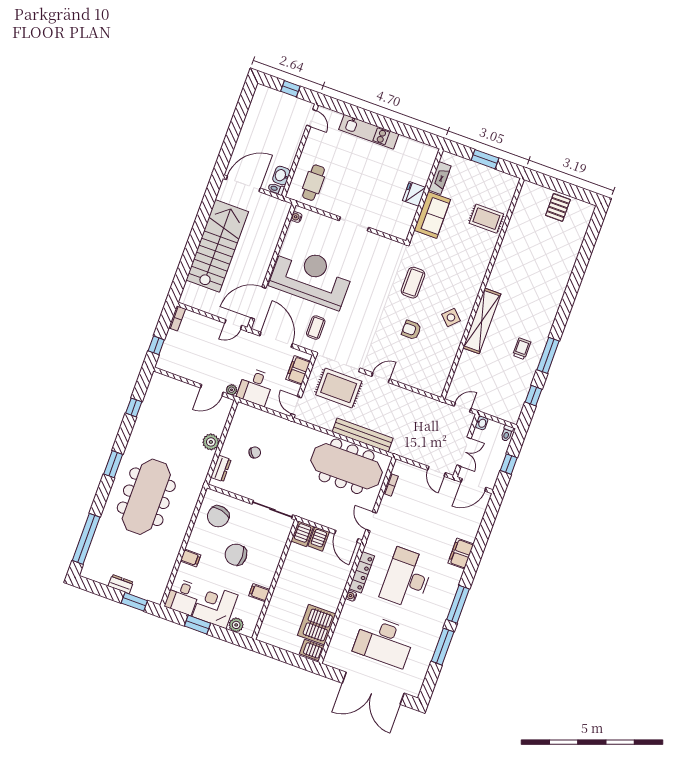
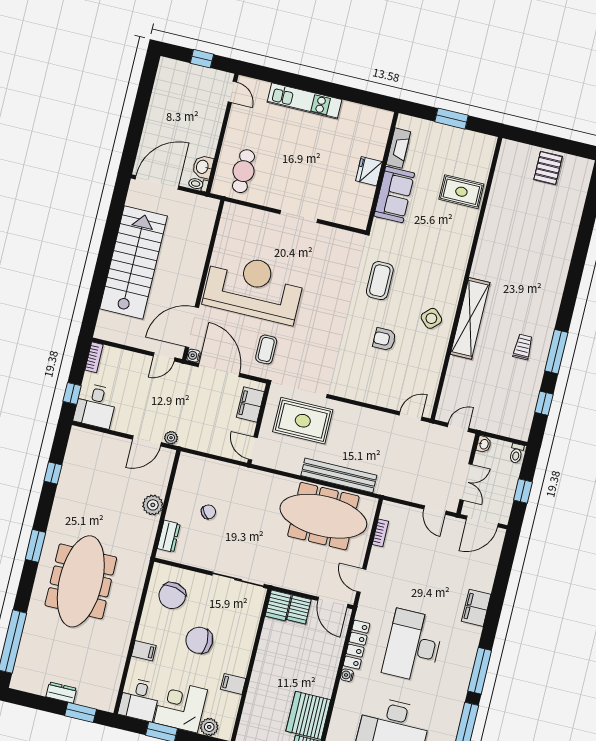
water cooler: (296, 217) -> (194, 356), moved
door: (381, 378) -> (411, 416), moved
desk: (255, 387) -> (95, 406), moved

